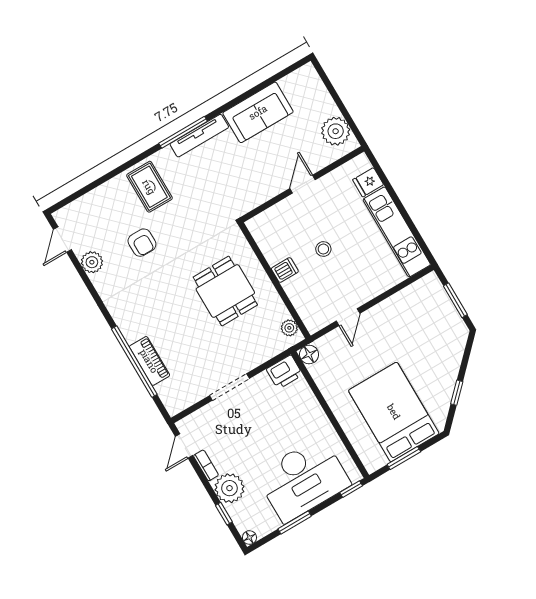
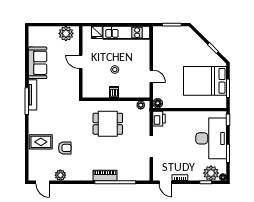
rug: (149, 187) -> (41, 142), moved
piano: (149, 361) -> (105, 175), moved
plant: (229, 488) -> (211, 173), moved

